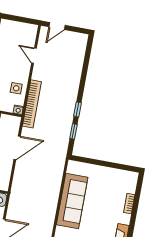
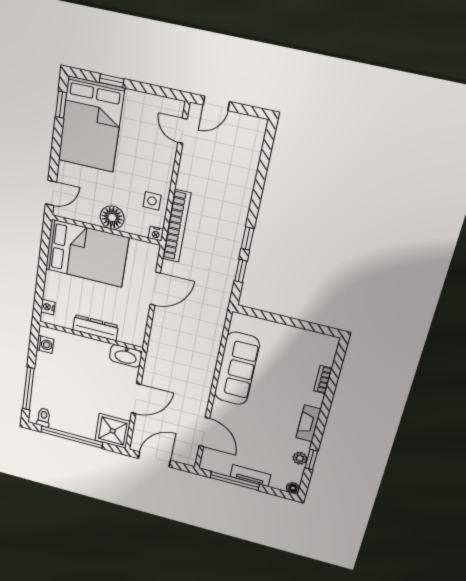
door: (34, 56) -> (183, 131), moved

